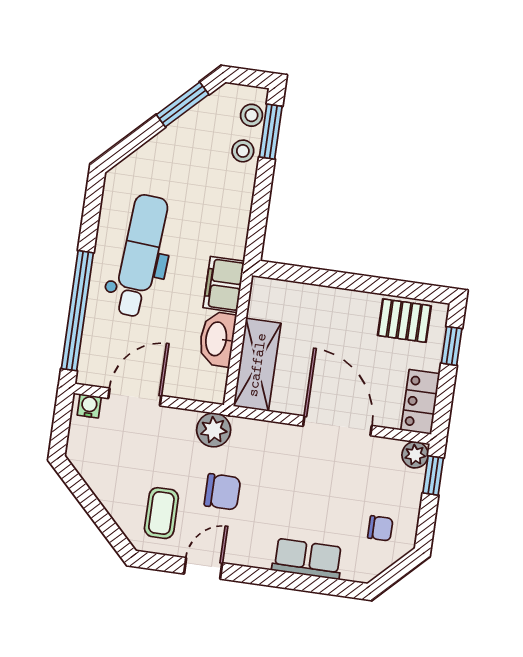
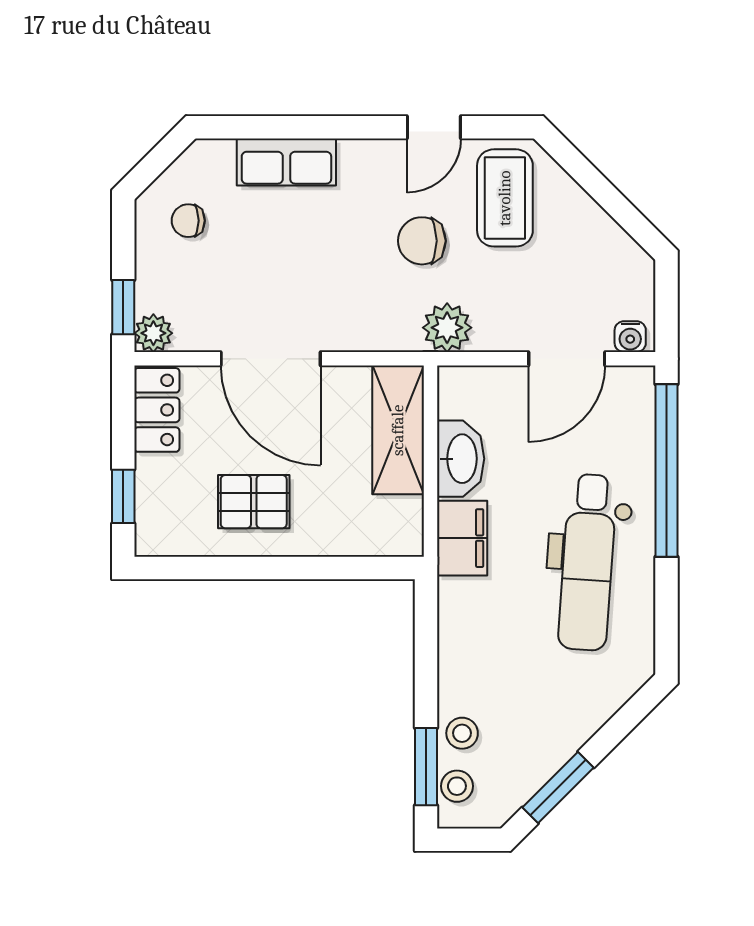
pallet: (404, 321) -> (254, 502), moved
coffee table: (161, 513) -> (505, 198), width x1.36, depth x1.30

